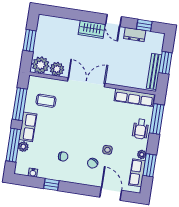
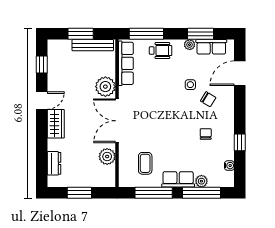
dresser: (135, 35) -> (54, 163), moved
plant: (41, 65) -> (105, 87), moved

